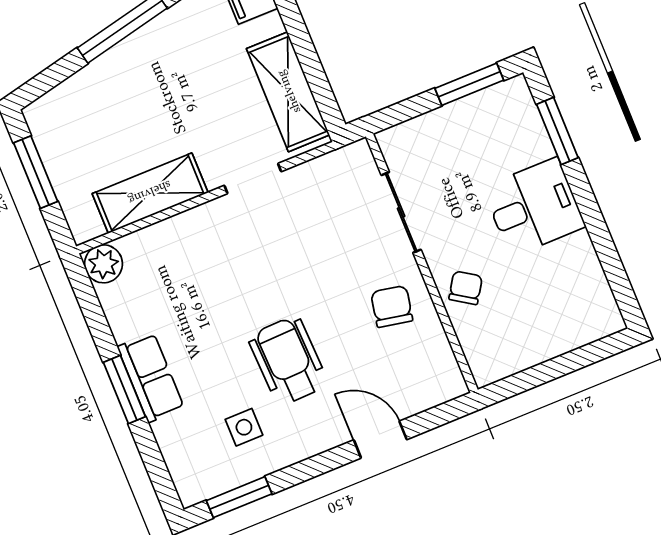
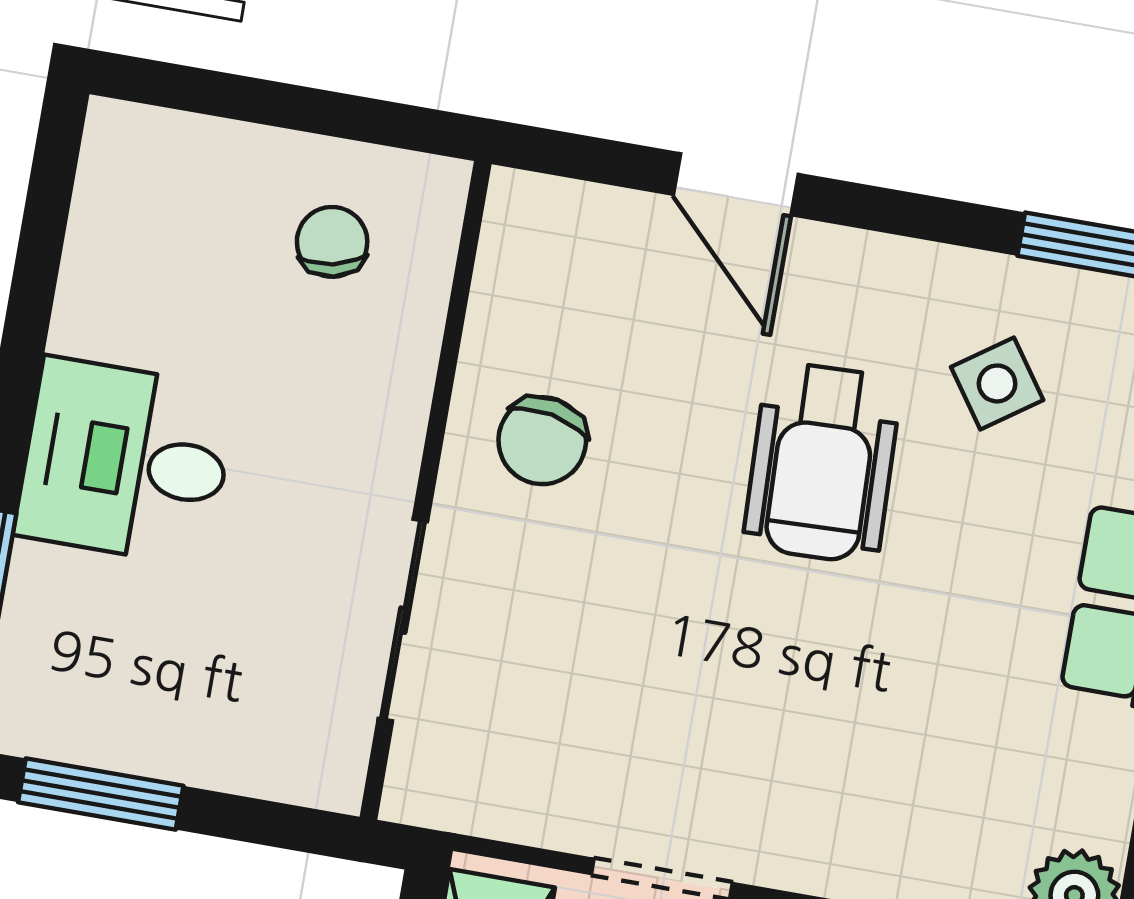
chair: (466, 288) -> (332, 242), moved, turned 135
side table: (244, 427) -> (997, 383), turned -35

